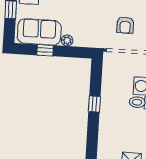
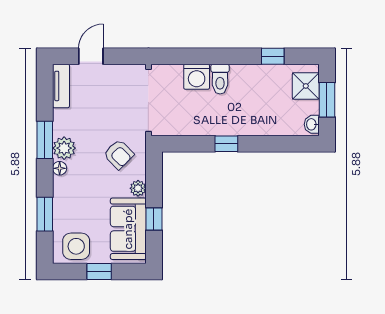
armchair: (125, 25) -> (119, 154), moved, turned 45

